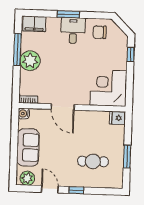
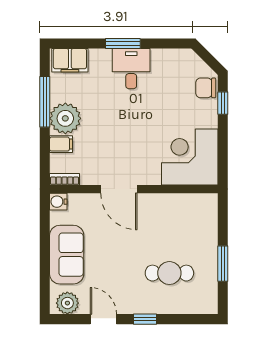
chair: (100, 32) -> (206, 88), moved
filing cabinet: (27, 77) -> (61, 144), added
fridge: (117, 118) -> (205, 203), removed

